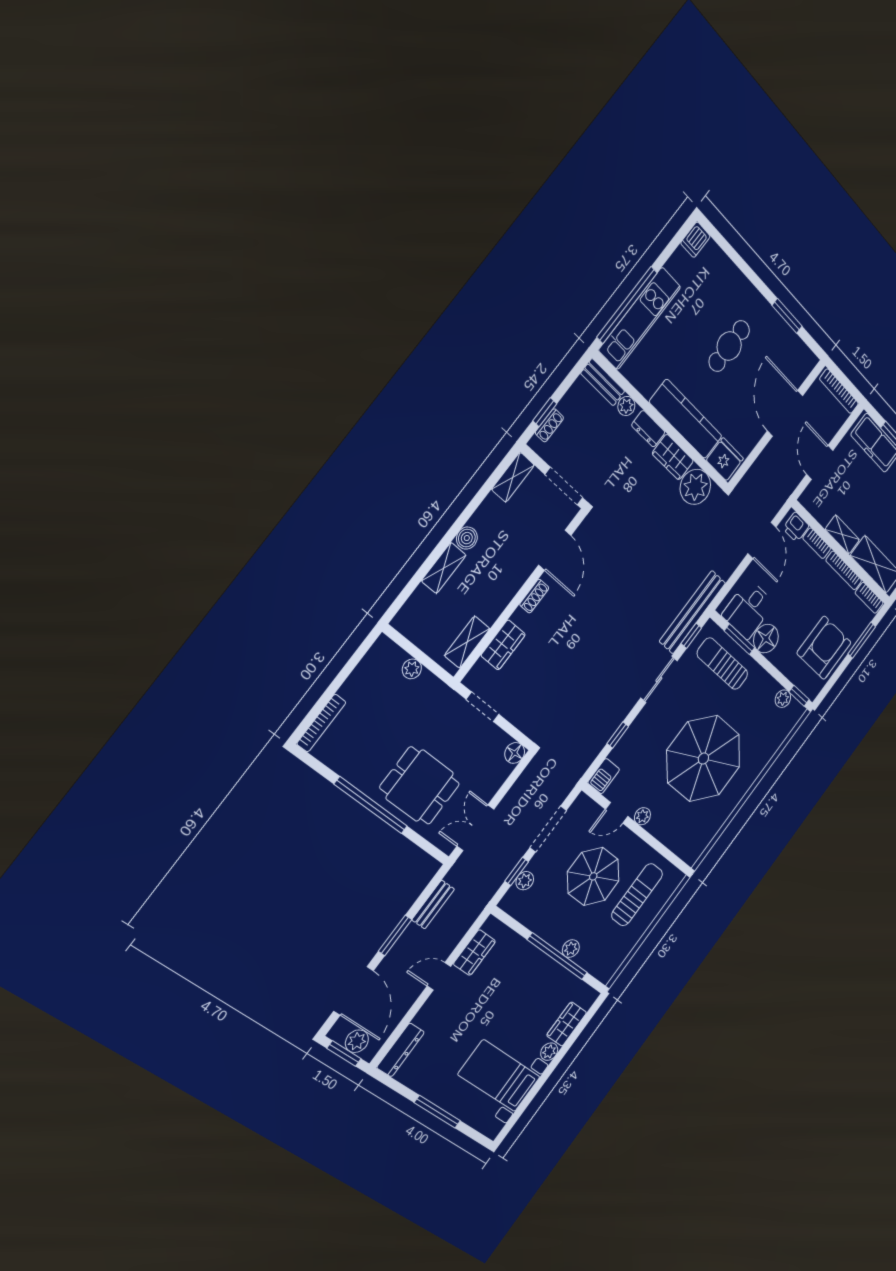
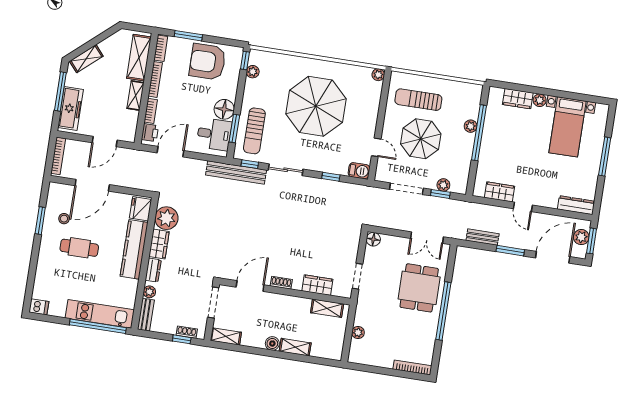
stool: (771, 349) -> (64, 219), added
plant: (642, 816) -> (378, 75), moved

